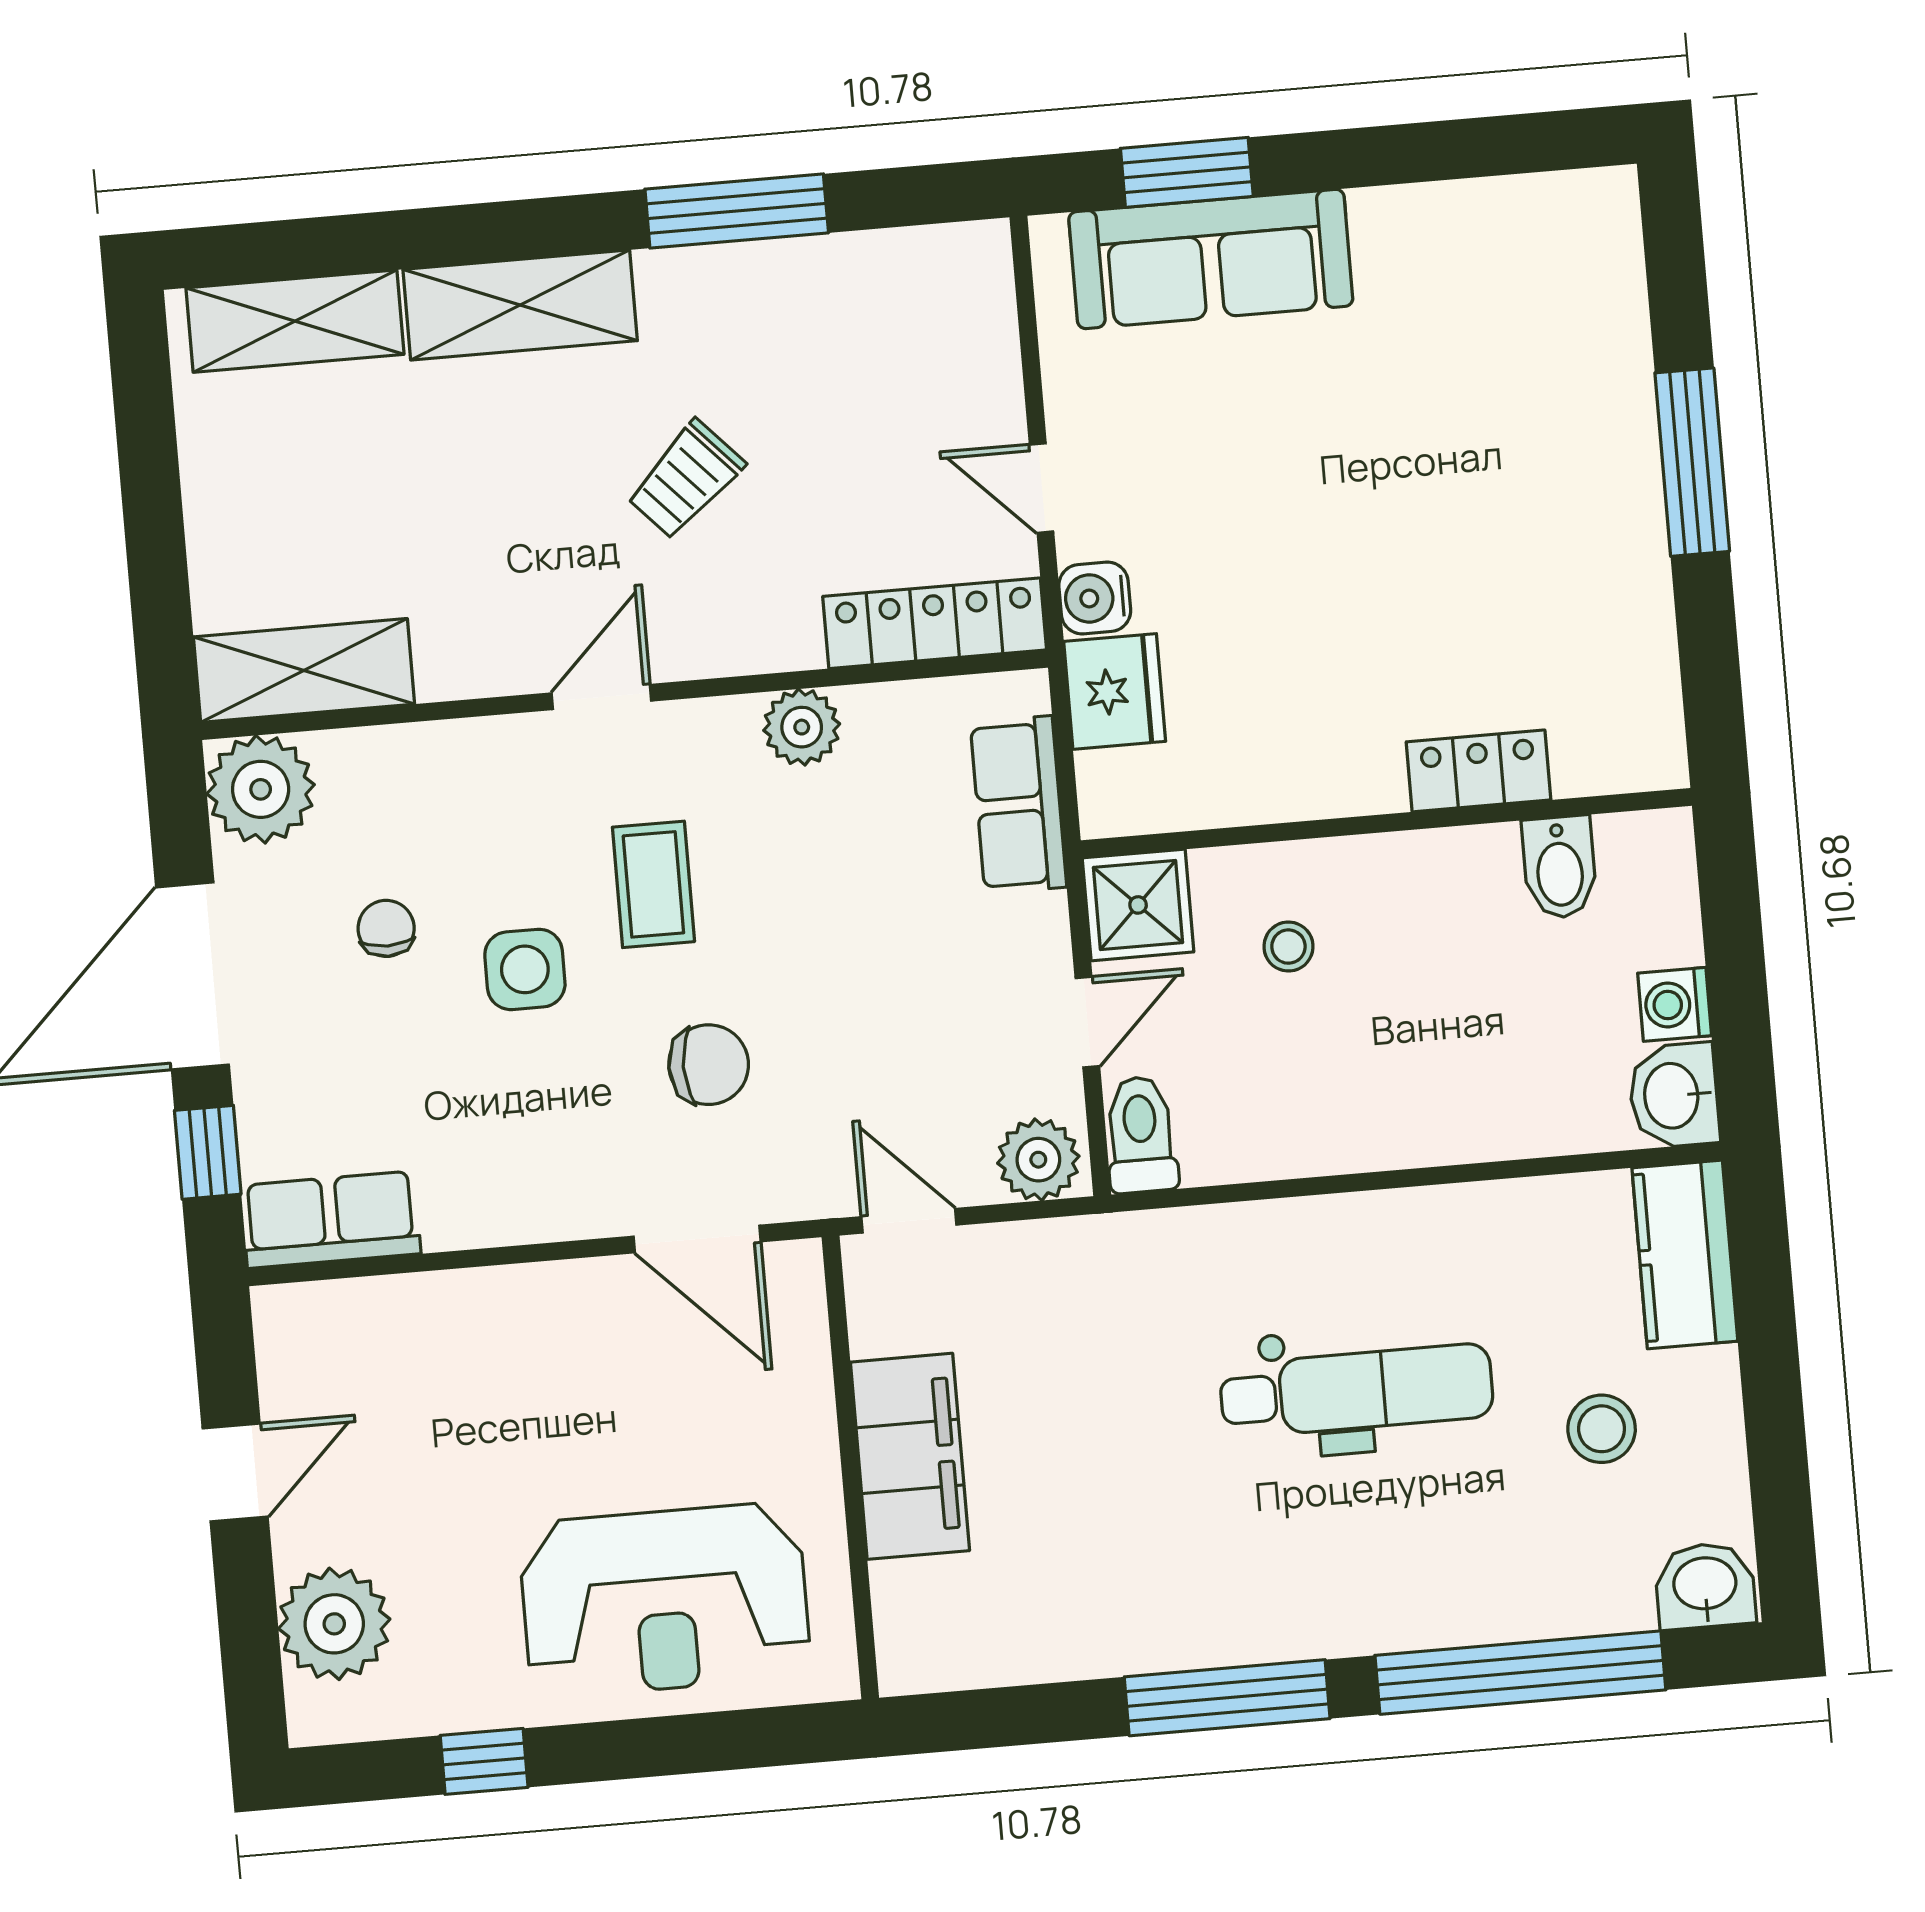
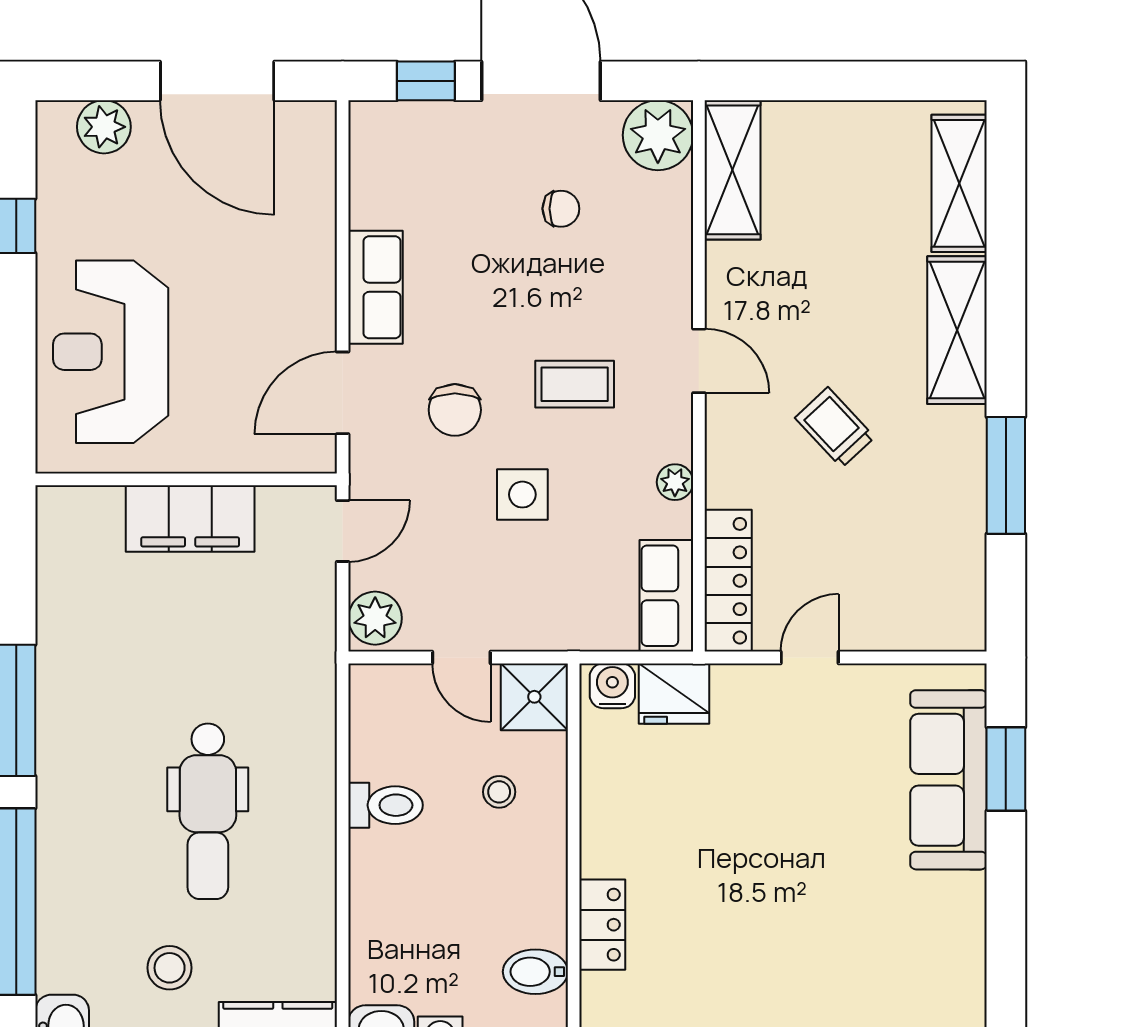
water cooler: (1095, 598) -> (612, 686), moved
plant: (802, 727) -> (675, 482), width x0.73, depth x0.73
row of seats: (1018, 805) -> (666, 596), moved, turned -90
side table: (525, 969) -> (522, 495), moved
toilet: (1141, 1135) -> (386, 805), moved
row of seats: (331, 1220) -> (375, 287), moved
door: (235, 1473) -> (217, 81), width x1.88
plant: (334, 1624) -> (104, 127), width x0.73, depth x0.73

